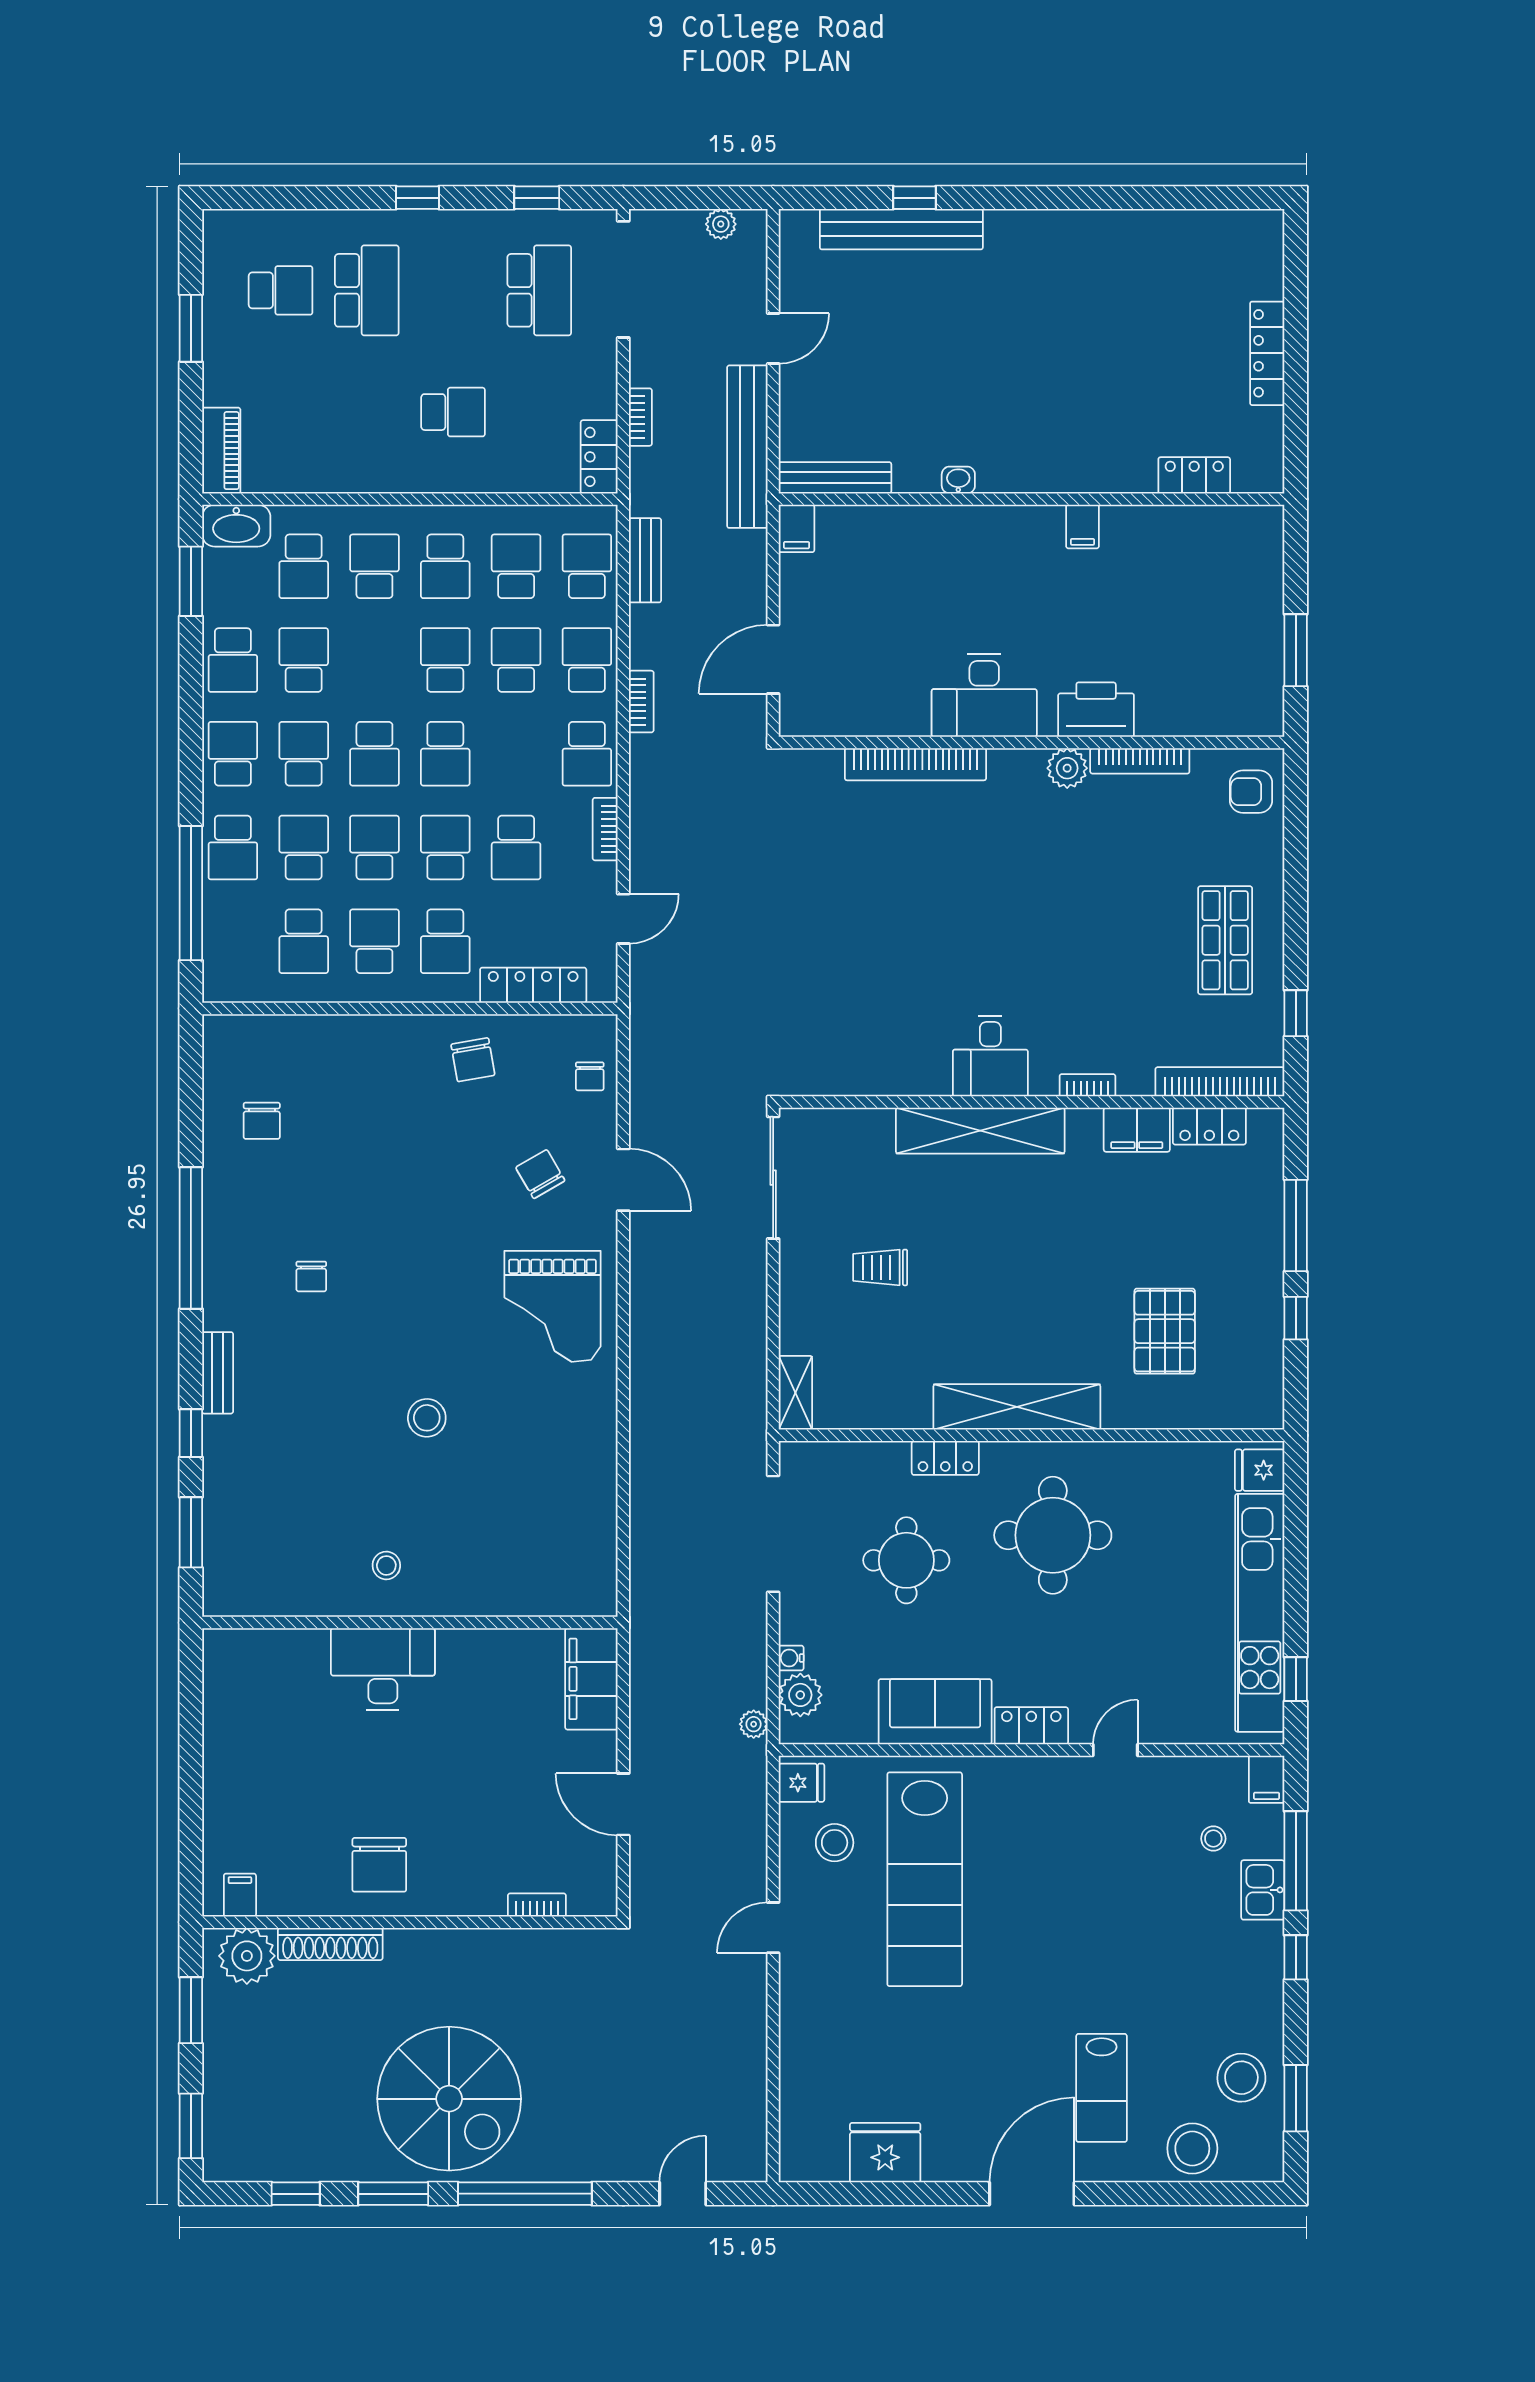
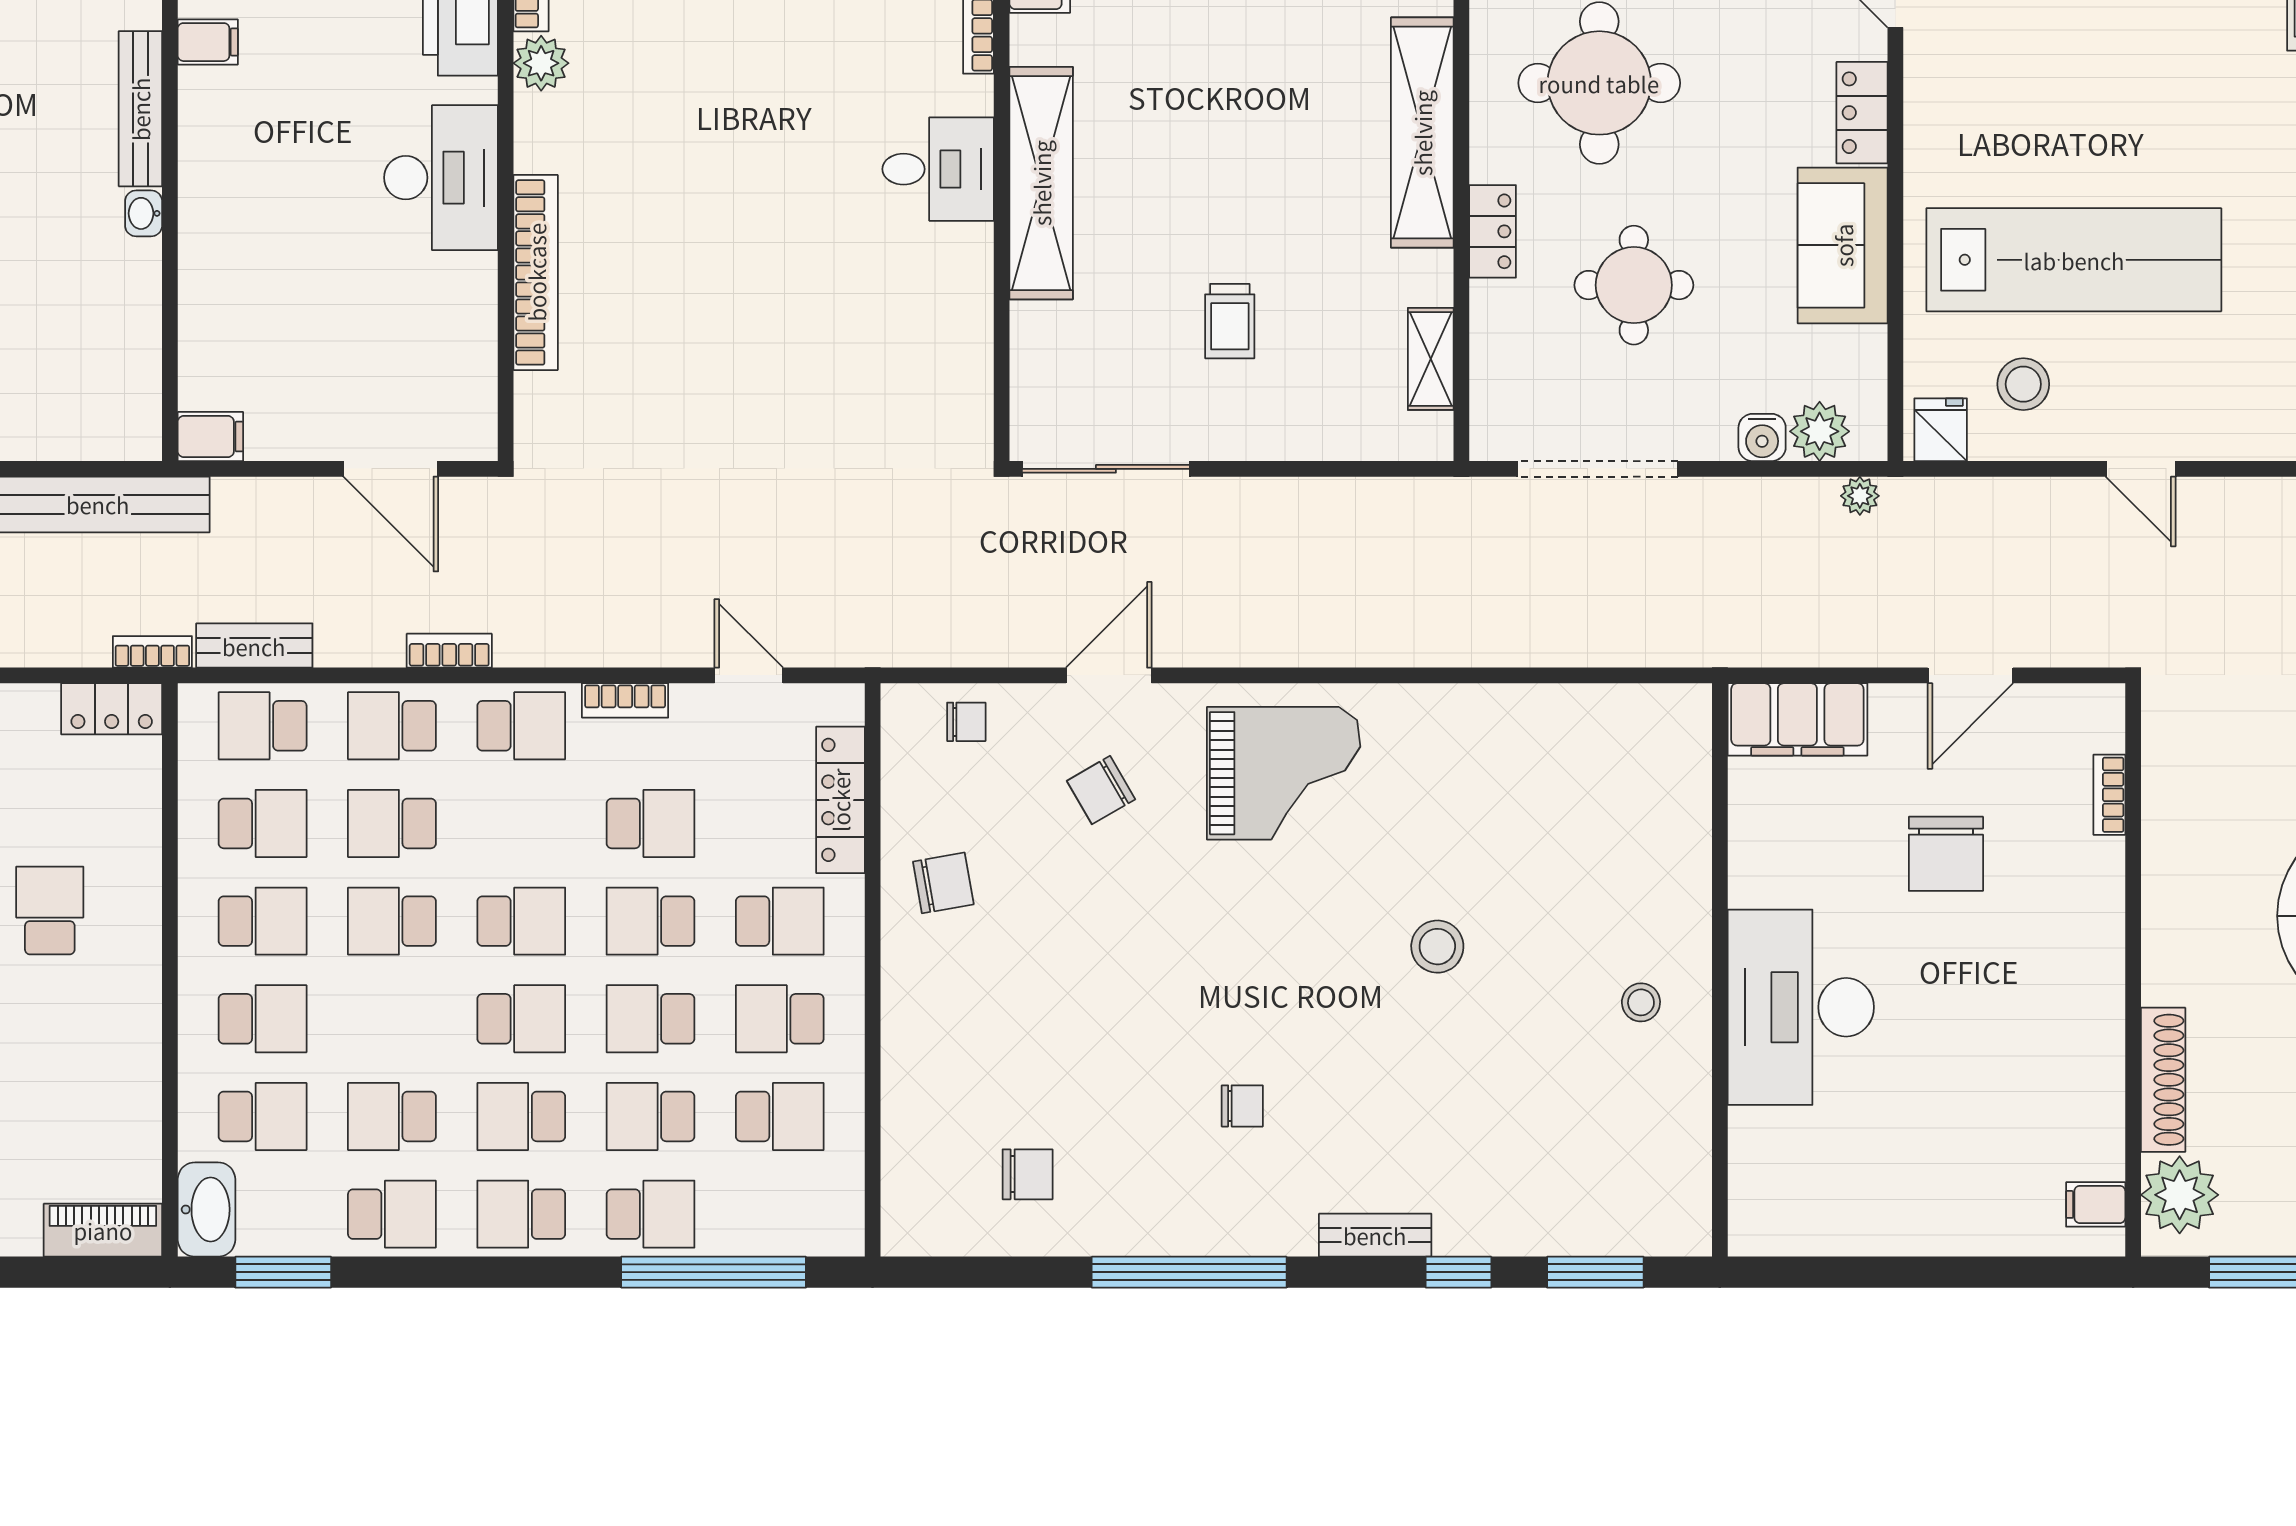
bookcase: (640, 417) -> (152, 652), moved
bench: (835, 478) -> (140, 109), moved
school desk: (374, 566) -> (263, 1019), turned 180
school desk: (516, 566) -> (263, 823), turned 180
shelving: (795, 1393) -> (1431, 359), moved, turned 90
water cooler: (791, 1658) -> (1762, 437), width x1.38, depth x1.38
desk: (383, 1669) -> (1801, 1007), width x1.36, depth x1.30
chair: (379, 1865) -> (1946, 854), moved, turned 90

